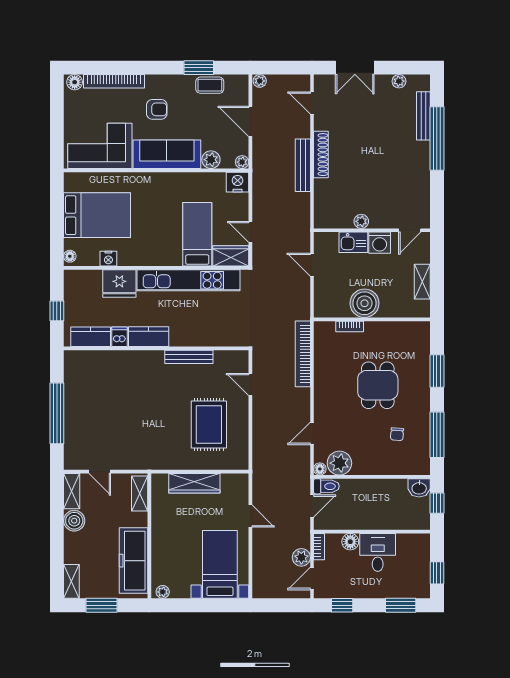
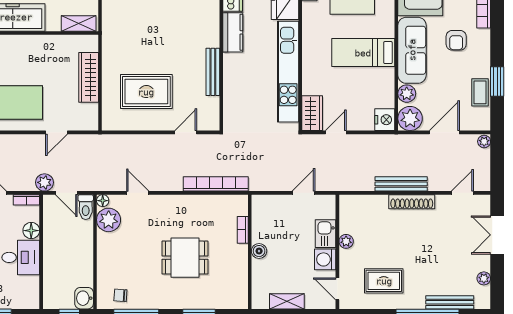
plant: (242, 162) -> (410, 118), width x1.88, depth x1.88
rug: (401, 183) -> (384, 281), added
bed: (197, 234) -> (363, 53), moved, turned 180
boiler: (364, 303) -> (259, 251), width x0.54, depth x0.54
chair: (397, 434) -> (120, 295), moved
plant: (301, 557) -> (44, 182), moved

